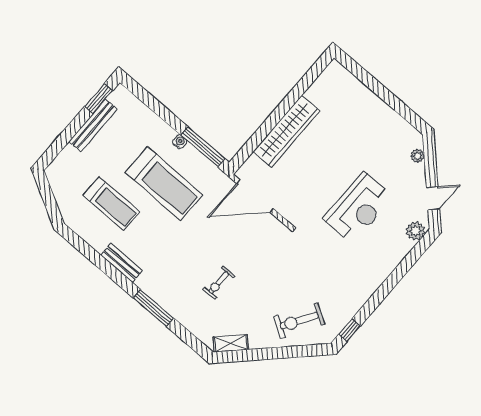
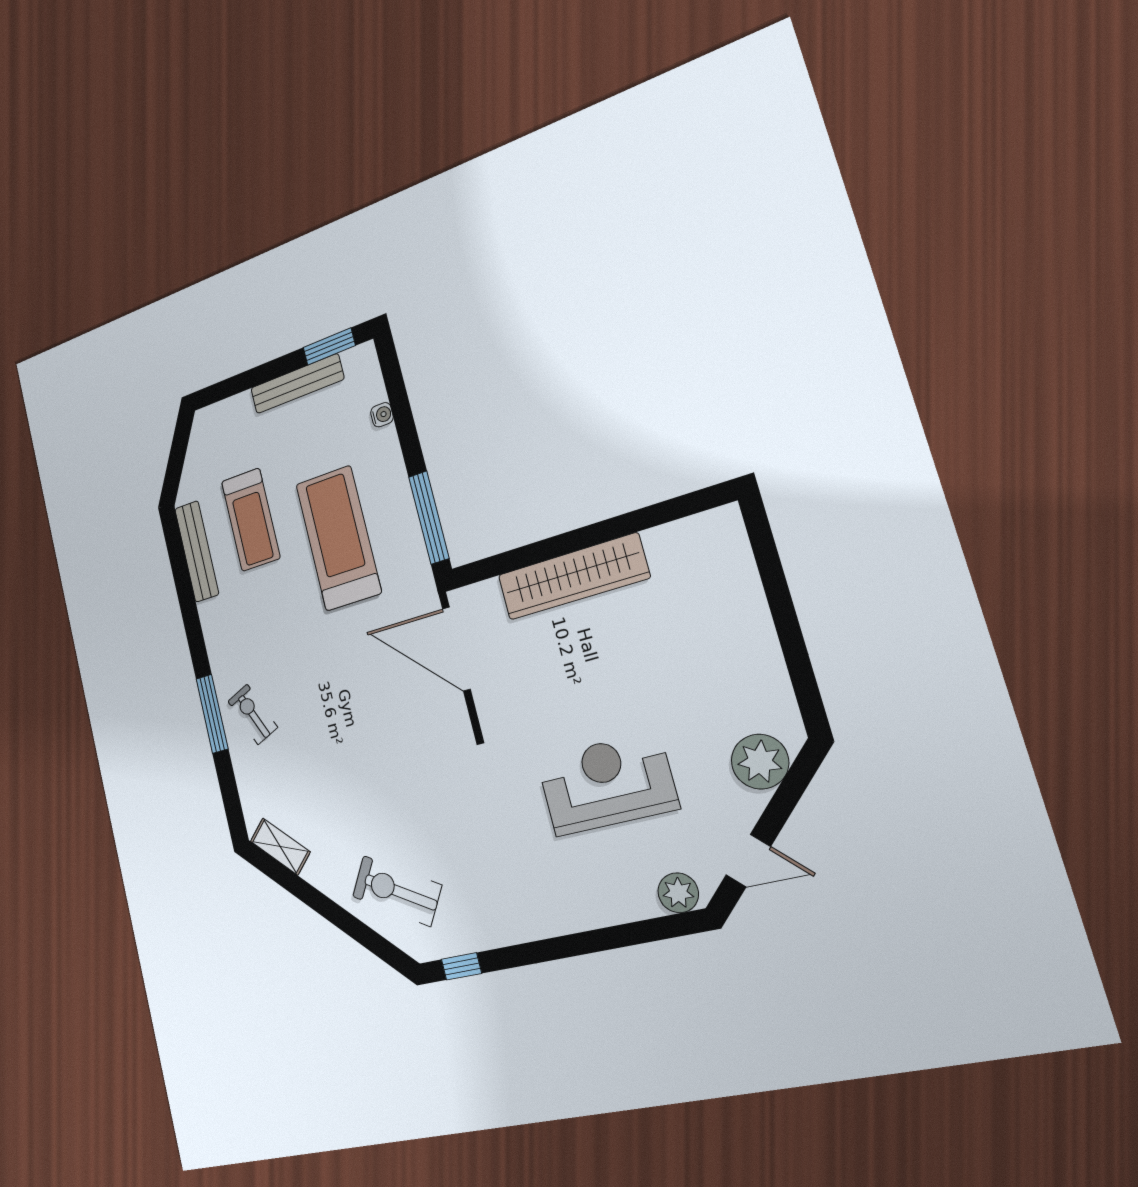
water cooler: (180, 142) -> (382, 415), moved
plant: (418, 156) -> (760, 762), width x1.87, depth x1.87
treadmill: (164, 184) -> (338, 538), turned 180
reception desk: (358, 208) -> (607, 784), turned 180
bench: (122, 263) -> (197, 551), moved, width x1.36
exercise bike: (219, 283) -> (253, 714), moved, turned 66

